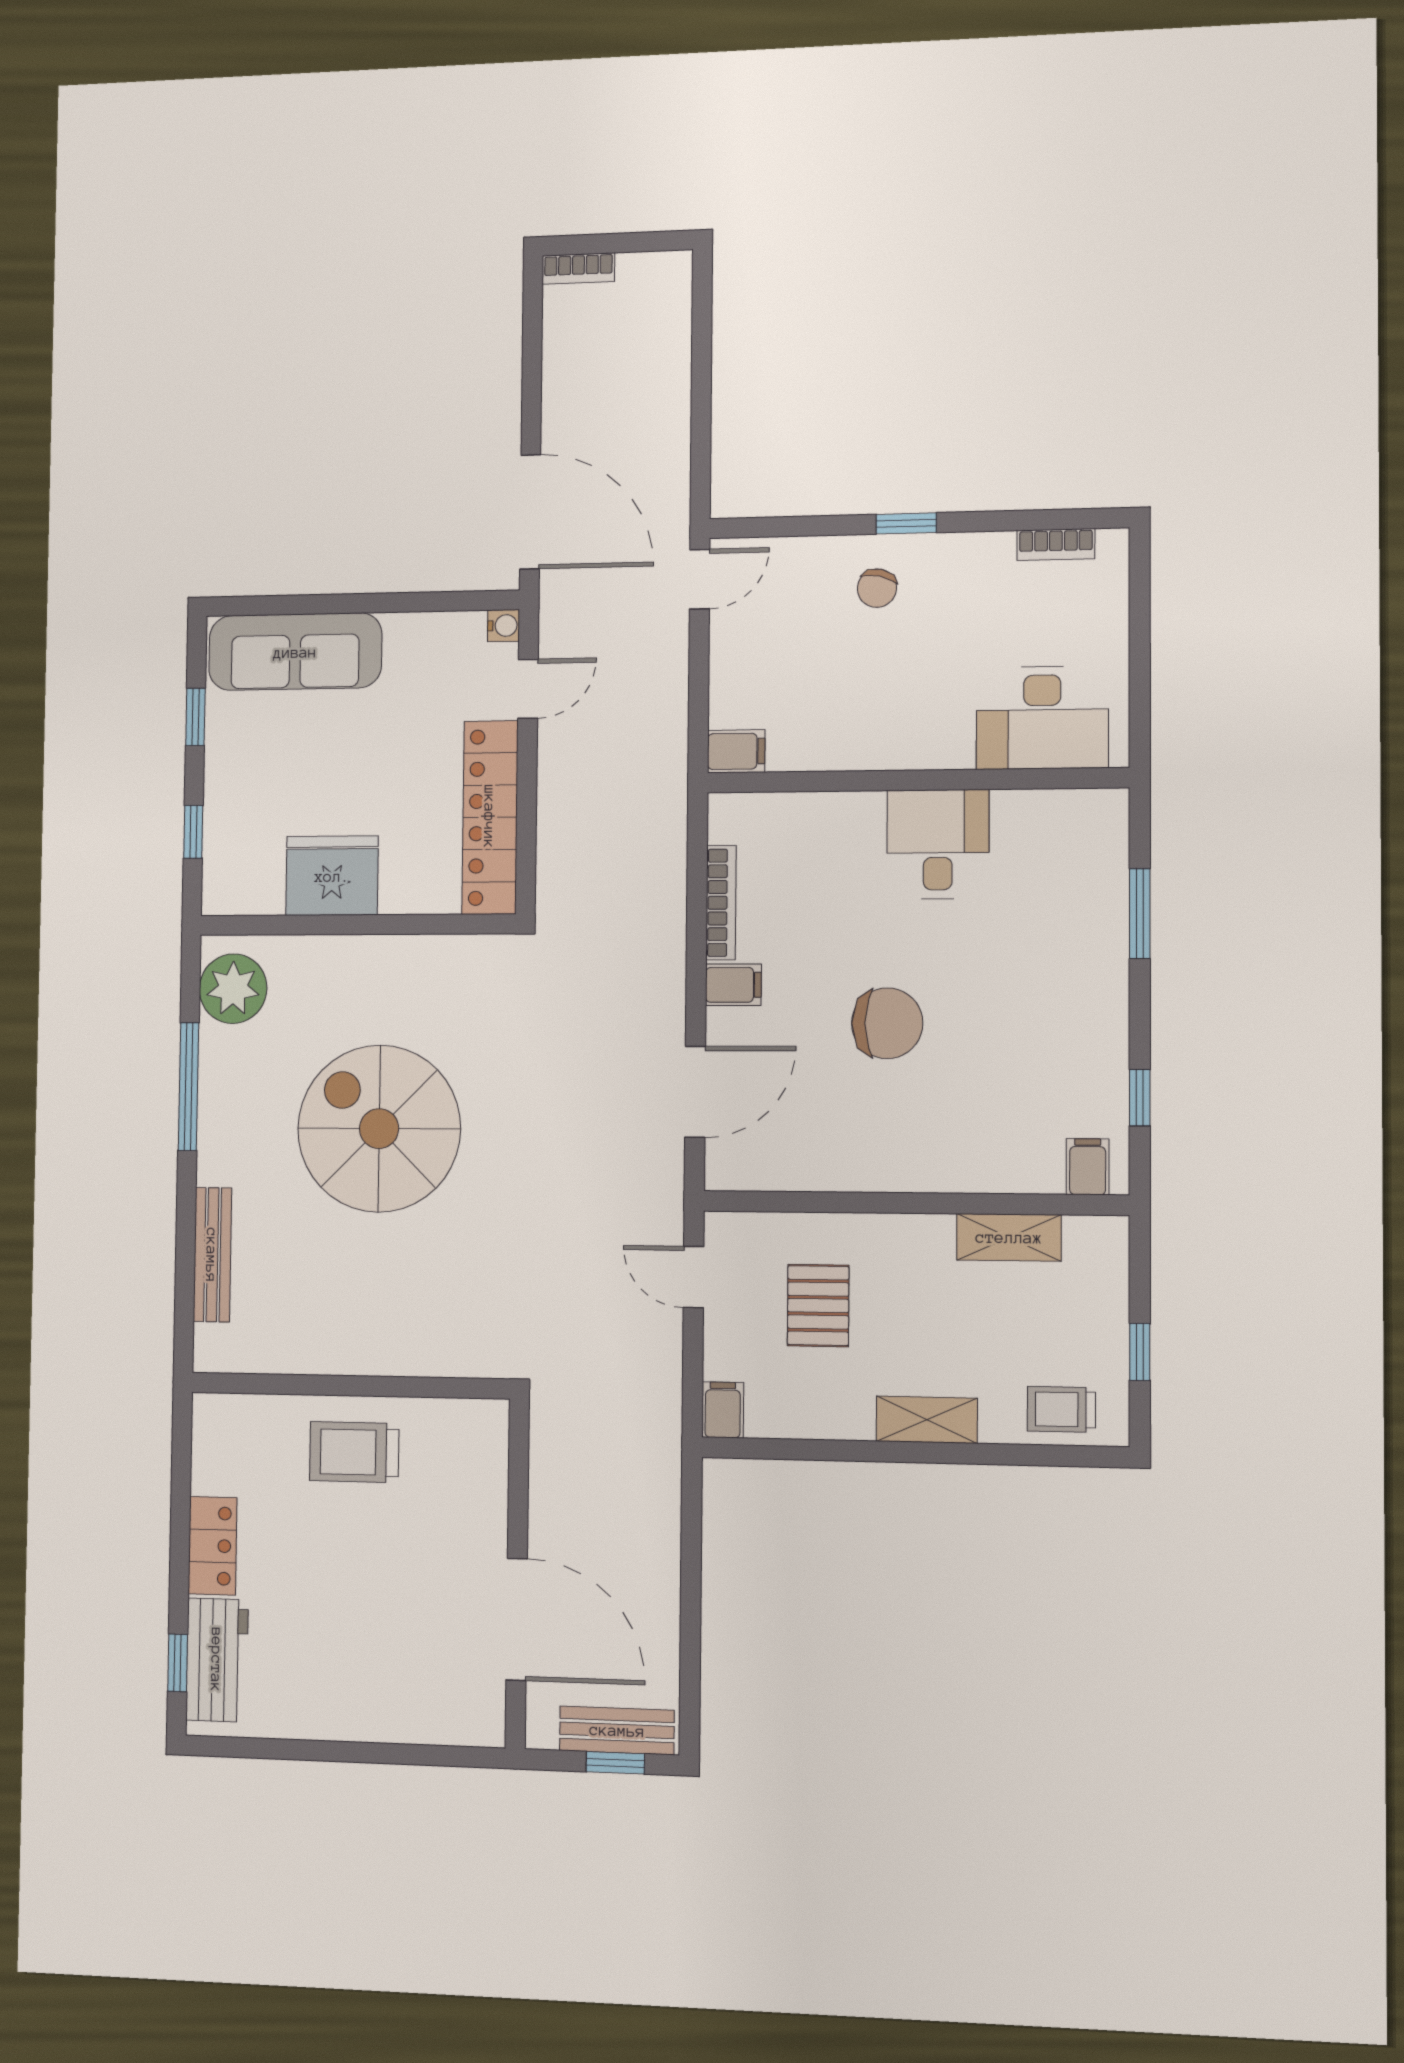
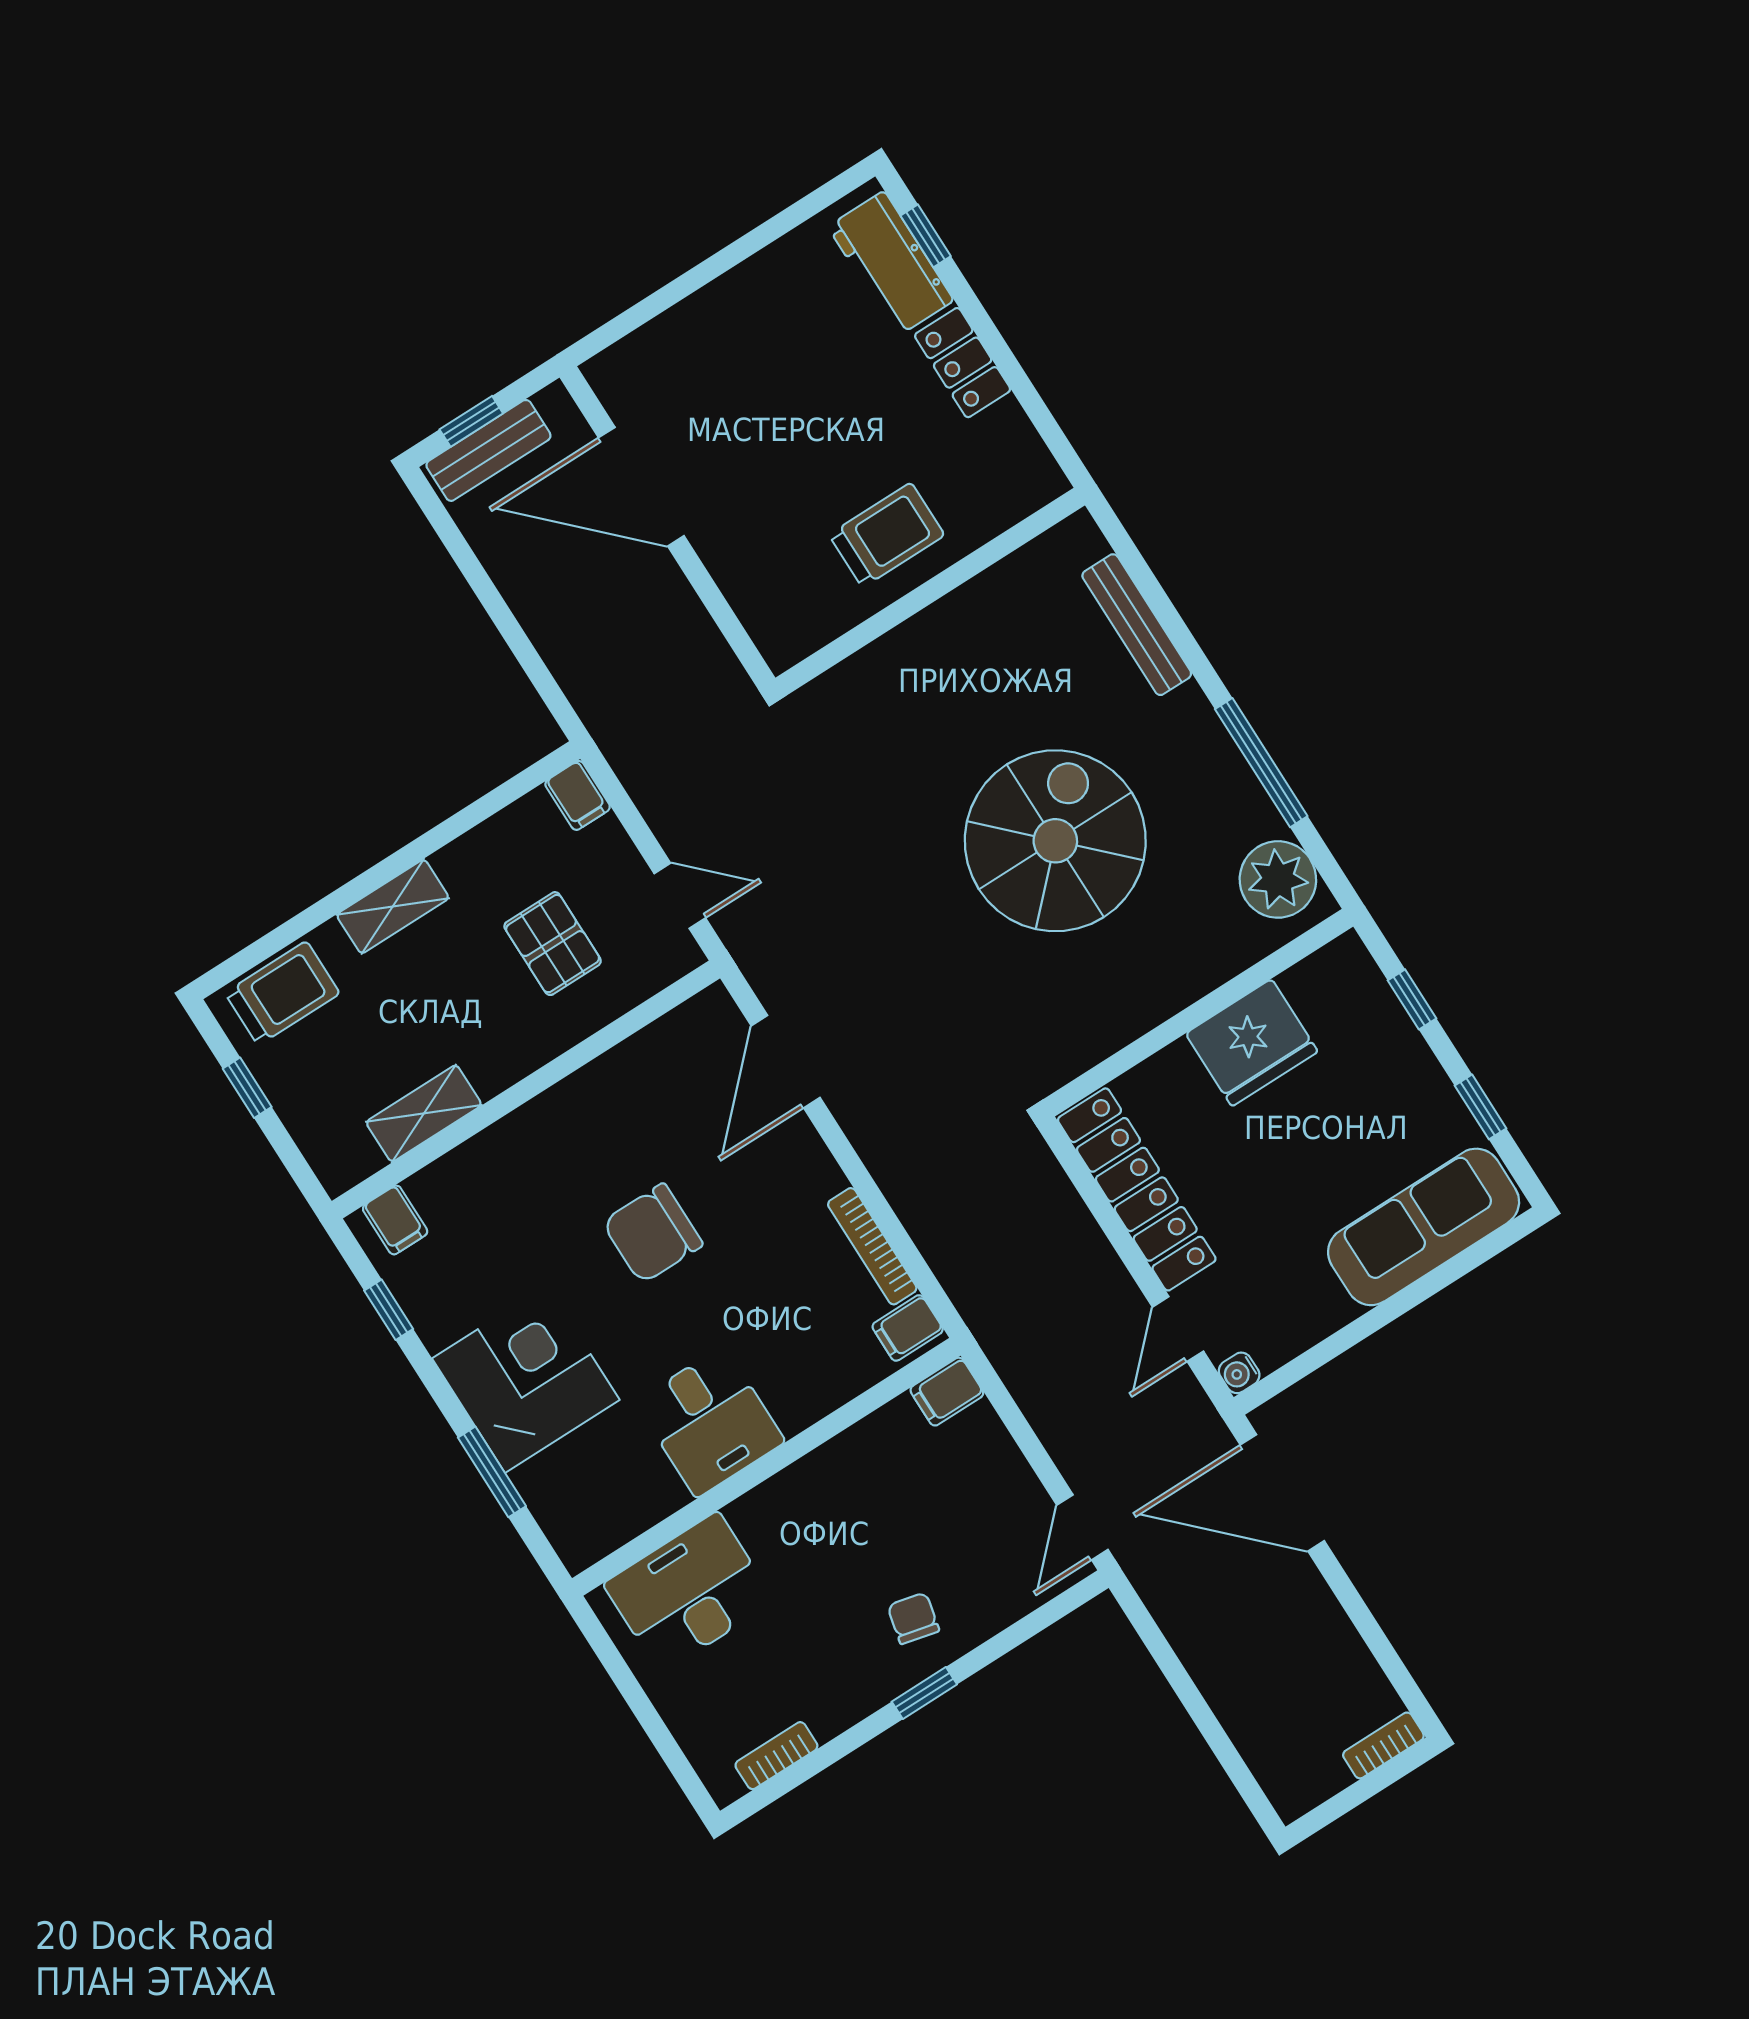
corner desk: (1064, 971) -> (526, 1379), added
filing cabinet: (733, 985) -> (908, 1328), moved
spiral stairs: (379, 1129) -> (1055, 841), turned -90
trolley: (1061, 1409) -> (282, 993), width x1.36, depth x1.39

